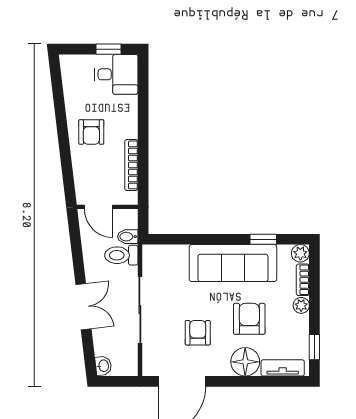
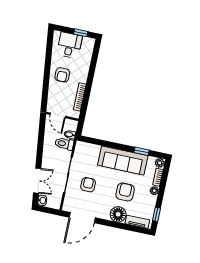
desk: (116, 74) -> (70, 45), moved, turned -90
double door: (83, 307) -> (37, 181), moved
armchair: (198, 333) -> (88, 185), moved

